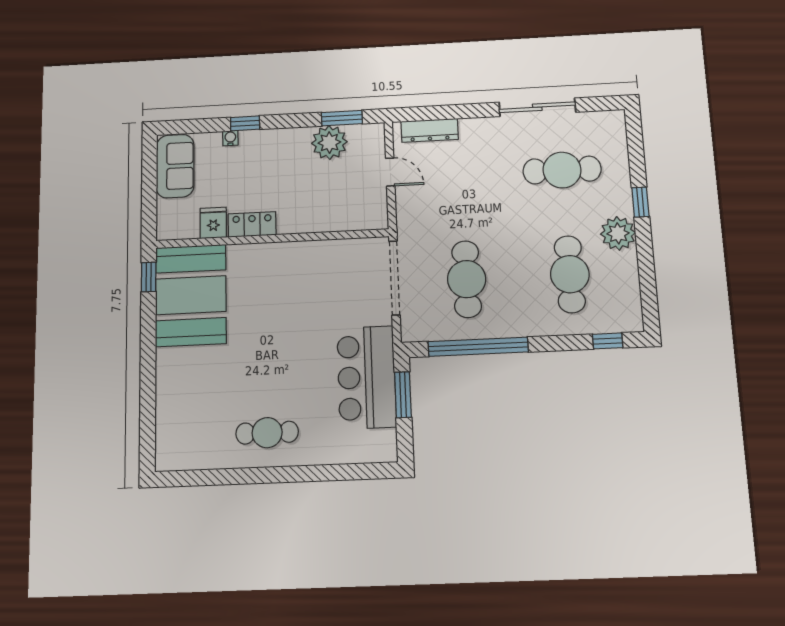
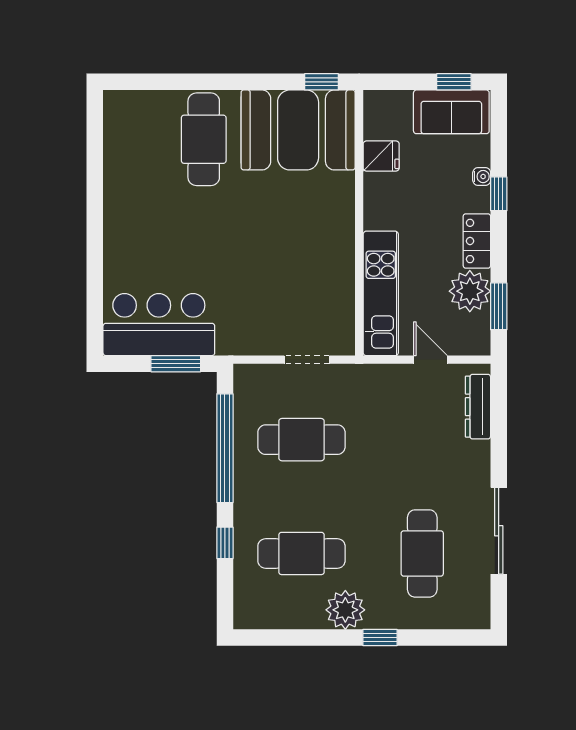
window: (149, 165) -> (454, 82), added
door: (390, 172) -> (430, 360), swing flipped
kitchen unit: (333, 217) -> (381, 293), added
locker: (252, 224) -> (477, 241), moved, turned 180
doorway: (395, 278) -> (307, 360), width x0.53
window: (608, 341) -> (225, 543), moved
bar counter: (366, 377) -> (159, 325), moved
cafe table: (267, 433) -> (204, 139), moved, width x1.37, depth x1.35

